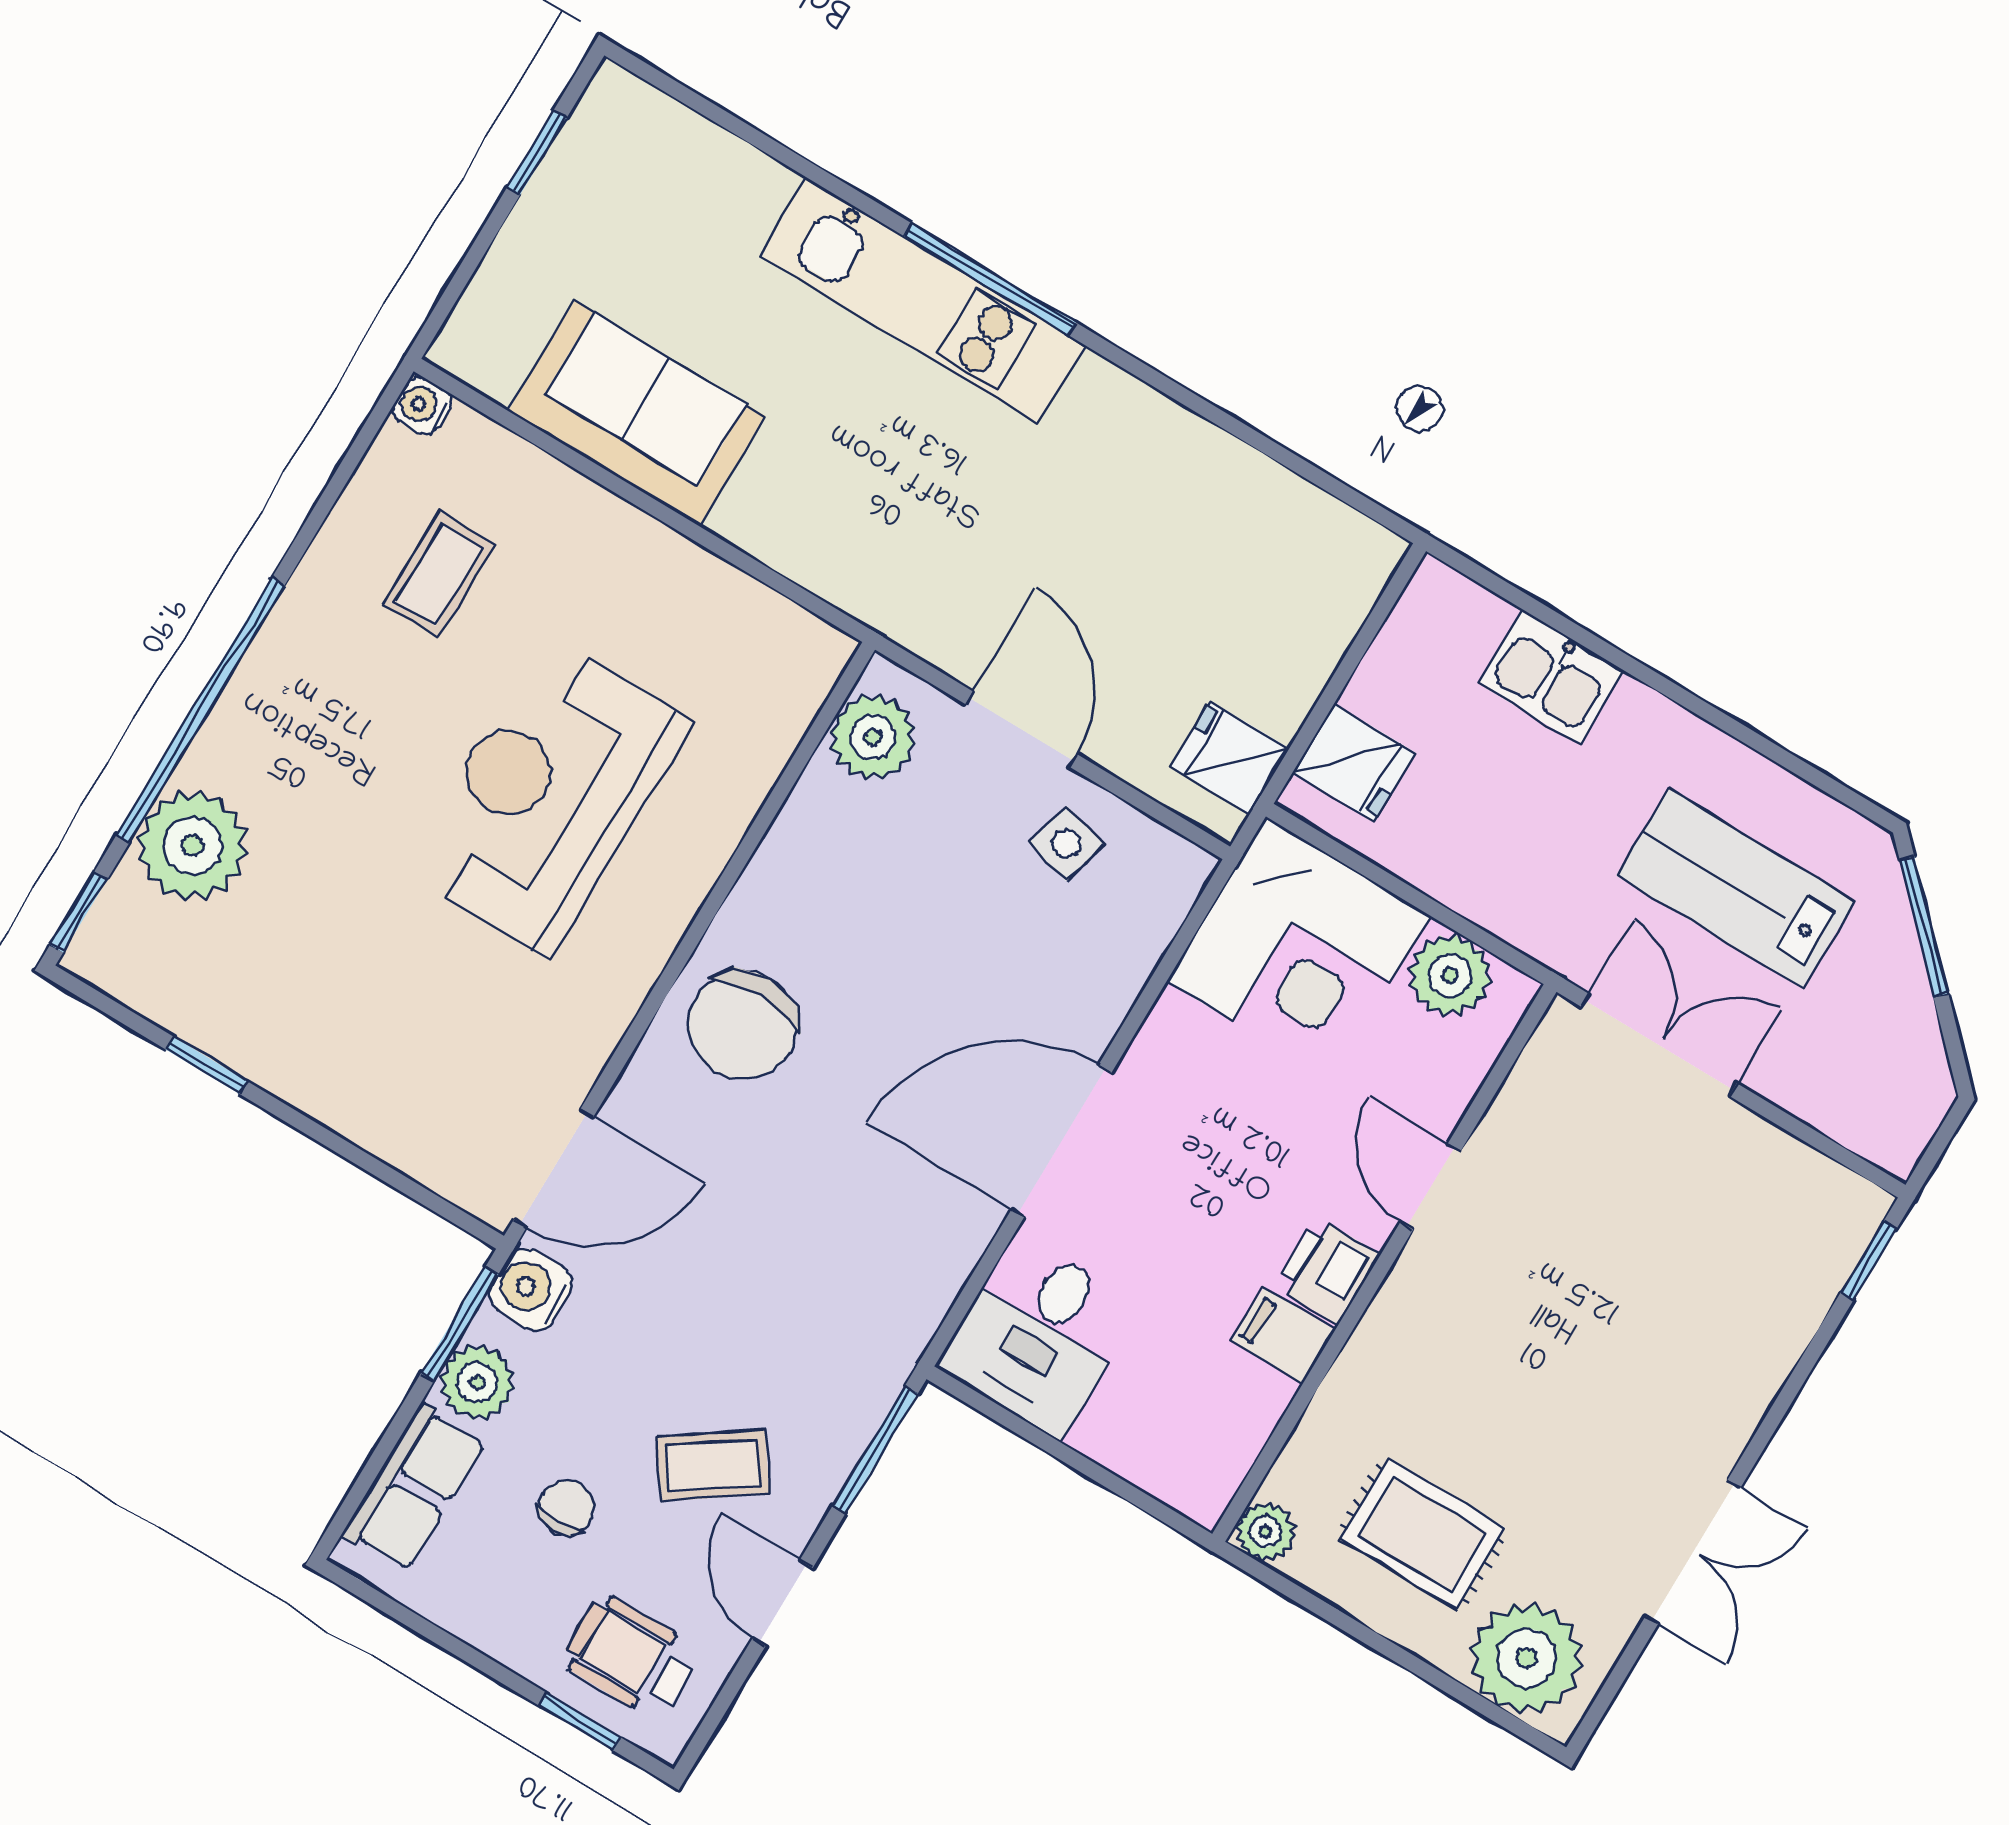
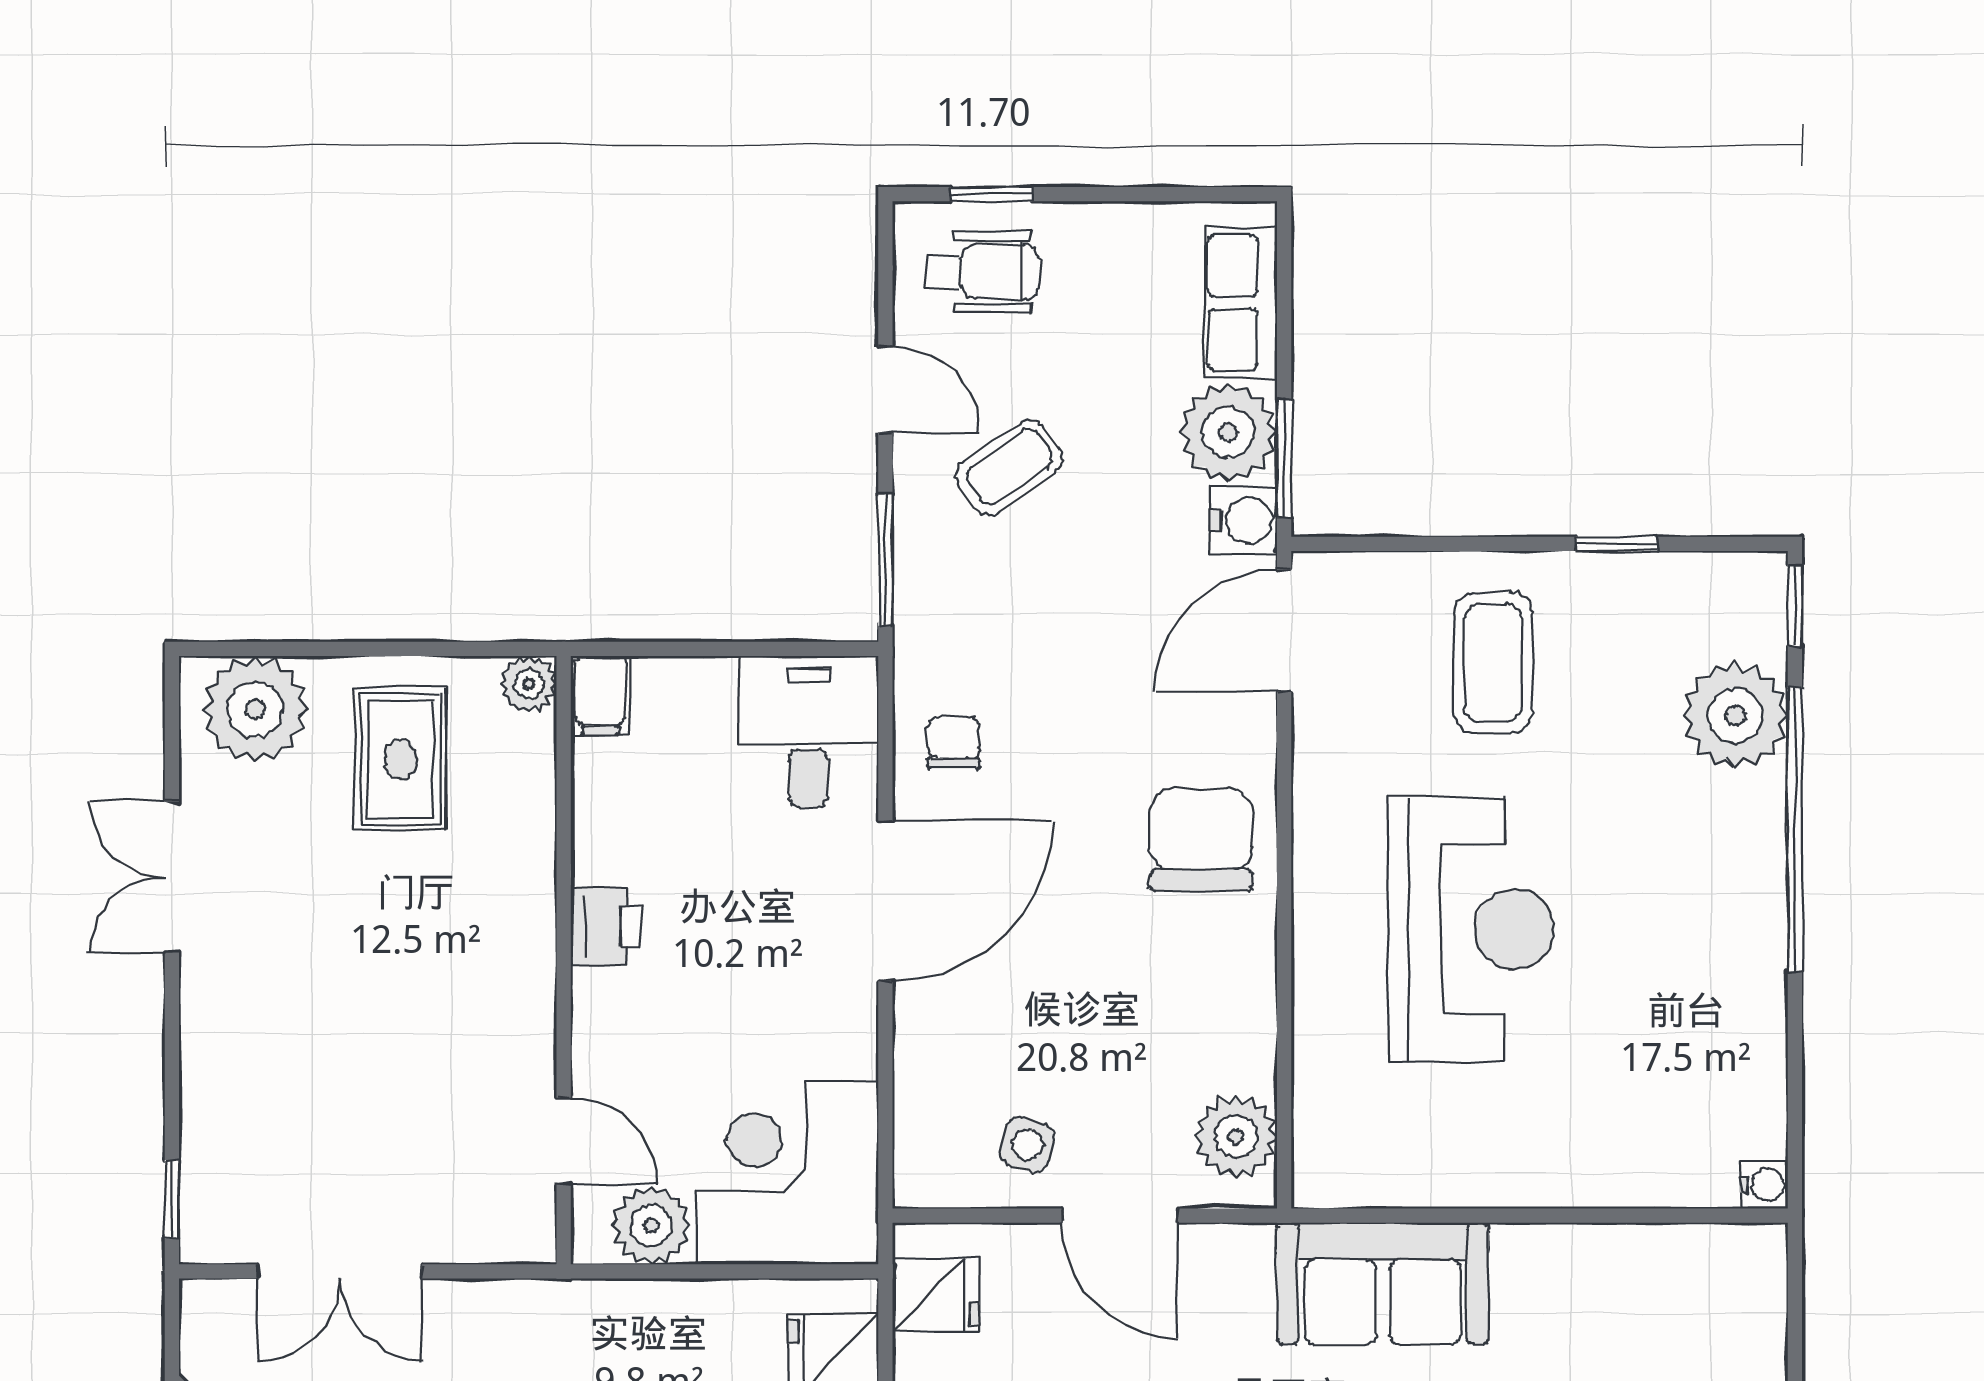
sofa: (637, 413) -> (1383, 1284), moved
coffee table: (439, 574) -> (1493, 663), moved, width x1.36, depth x1.30
double door: (1659, 1045) -> (340, 1271), moved
door: (1430, 1187) -> (564, 1141), moved
filing cabinet: (1283, 1335) -> (600, 695), moved, turned 90
plant: (477, 1382) -> (1228, 432), width x1.36, depth x1.36
chair: (567, 1508) -> (954, 743), moved, turned 180
rug: (1422, 1534) -> (400, 759), turned 90

